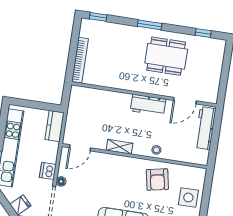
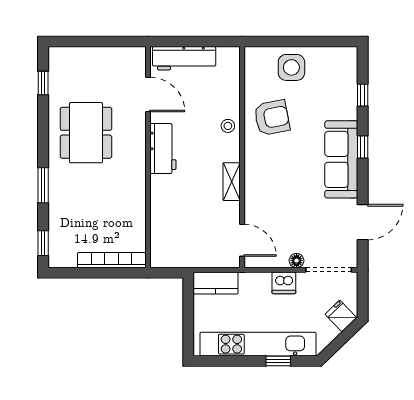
window: (150, 25) -> (43, 185), moved

